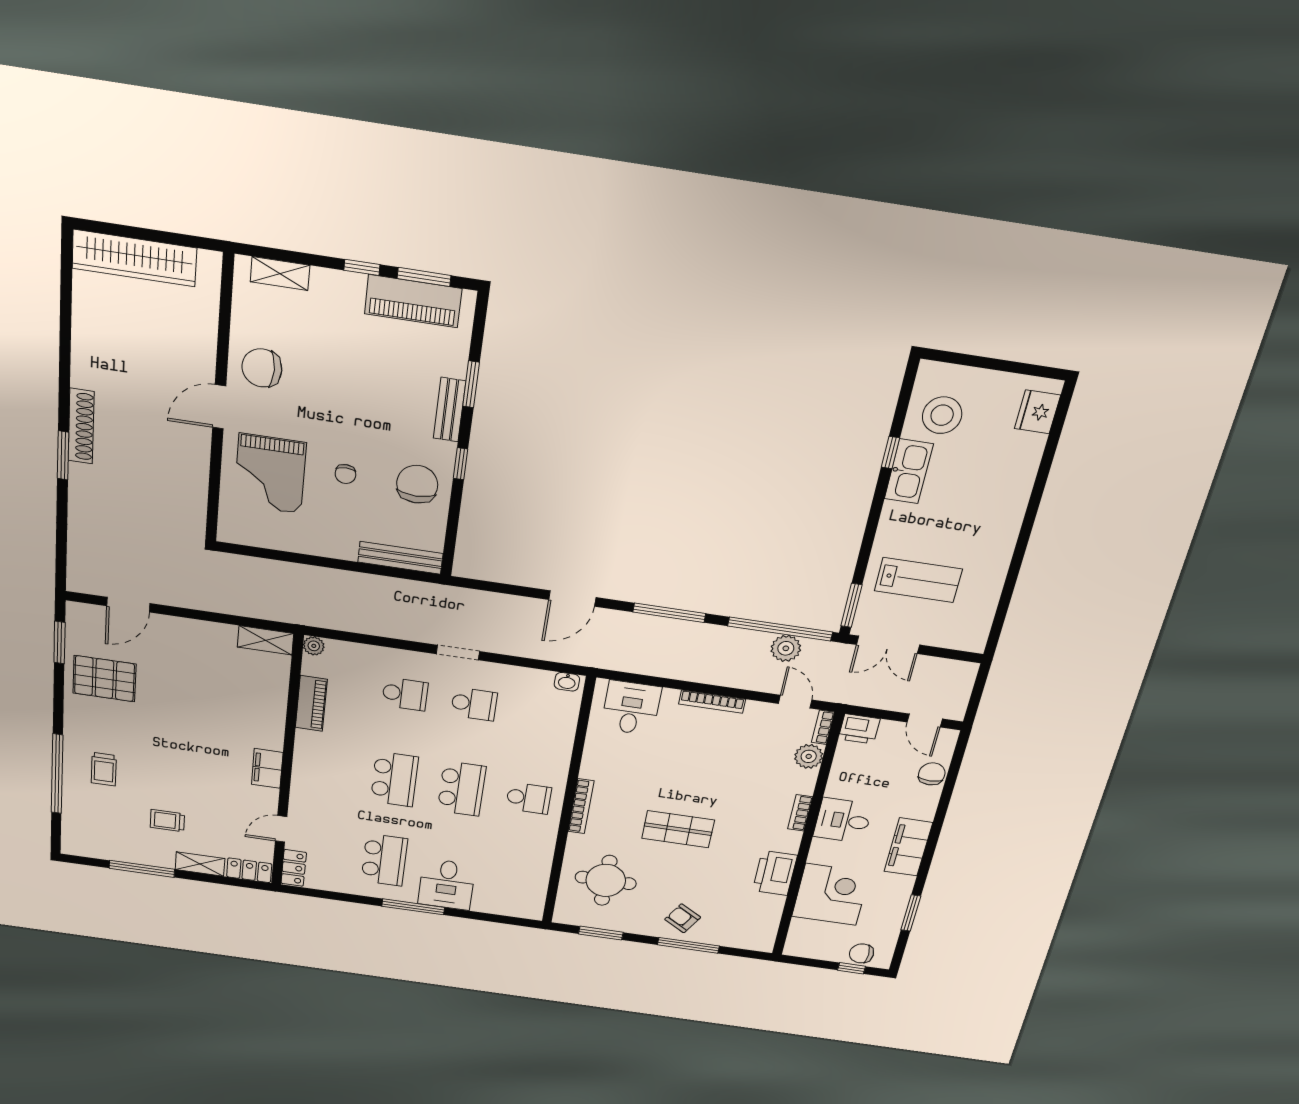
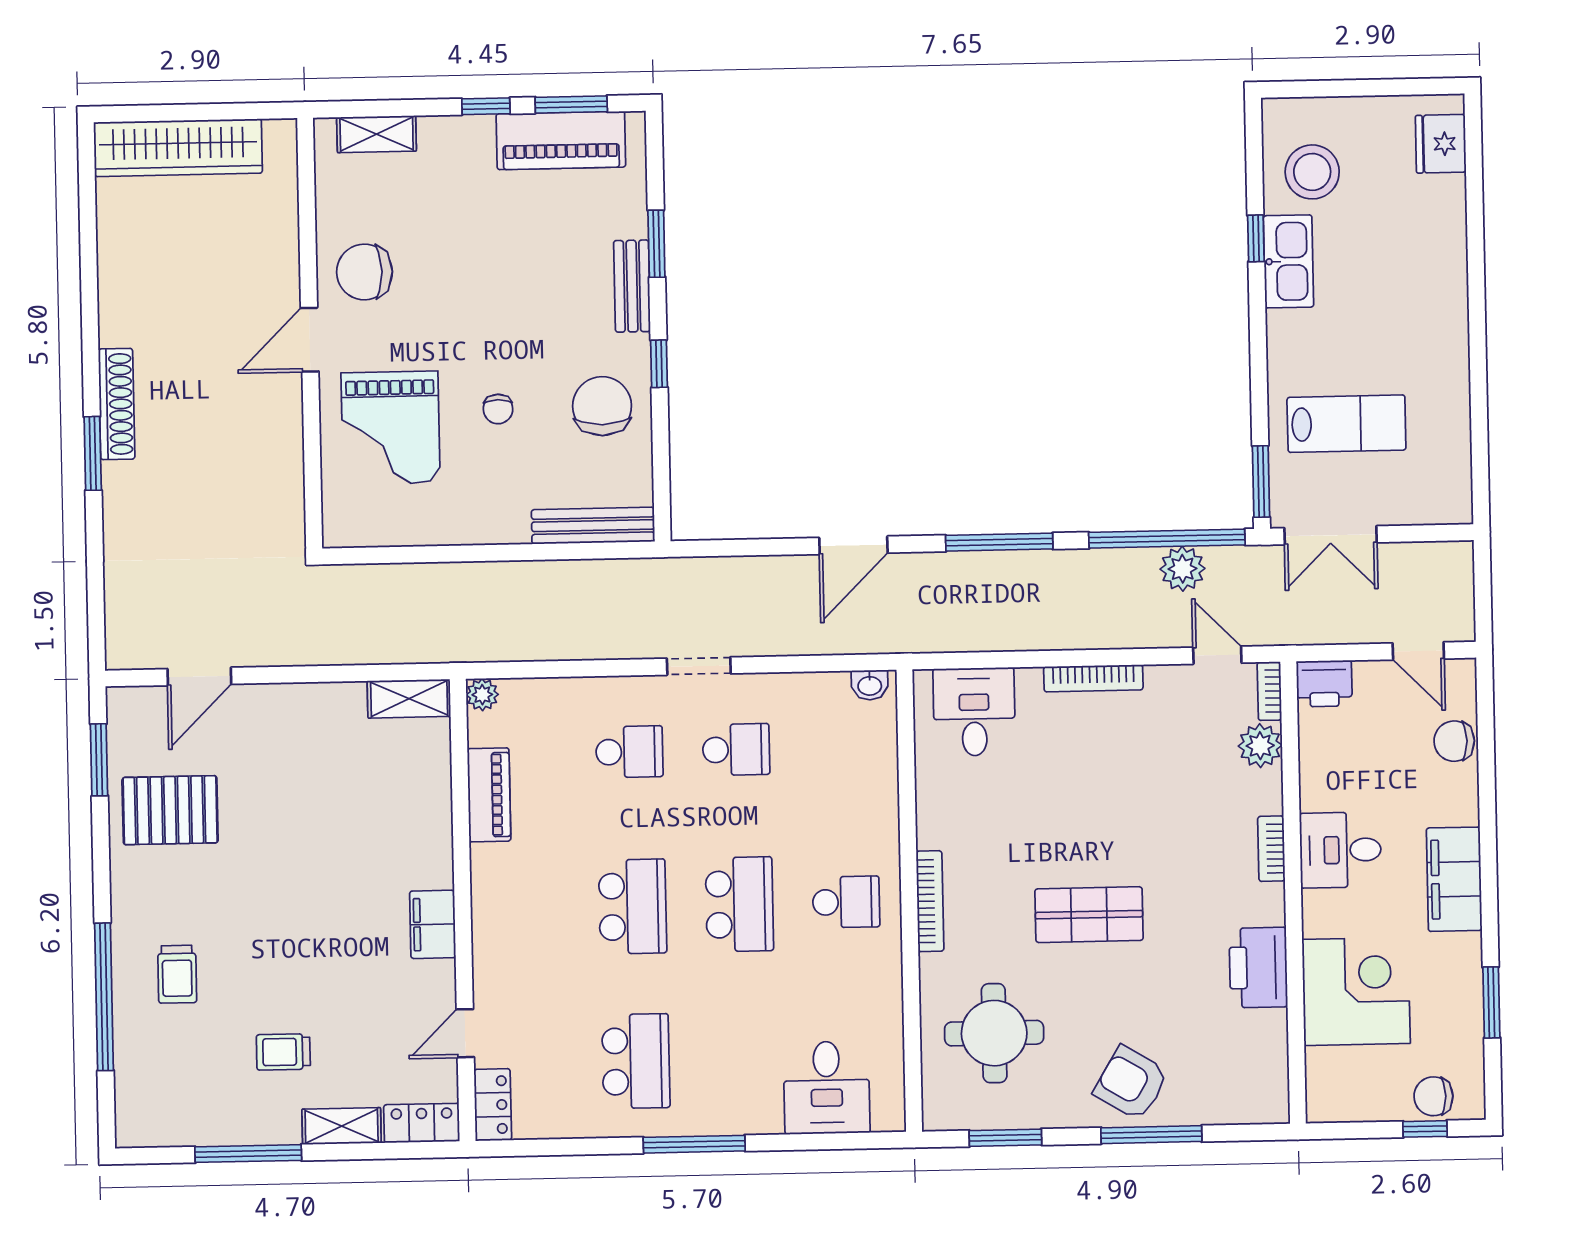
chair: (932, 774) -> (1454, 741), turned -90
desk: (447, 884) -> (827, 1088), moved
armchair: (683, 918) -> (1131, 1083), width x1.38, depth x1.38

